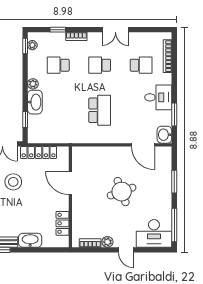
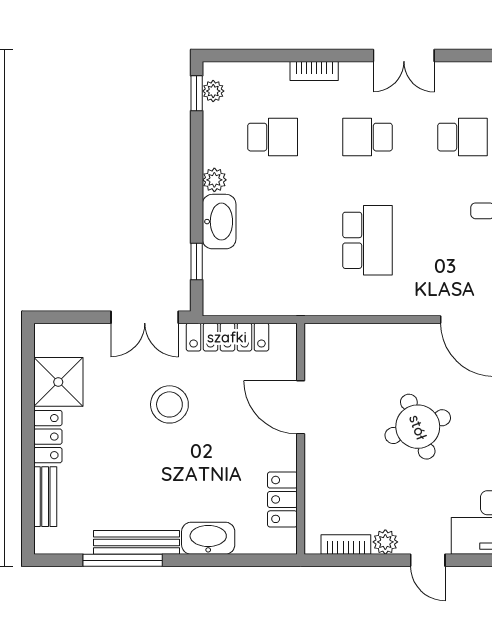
window: (58, 30) -> (272, 56), removed
school desk: (58, 65) -> (273, 137), turned 180

